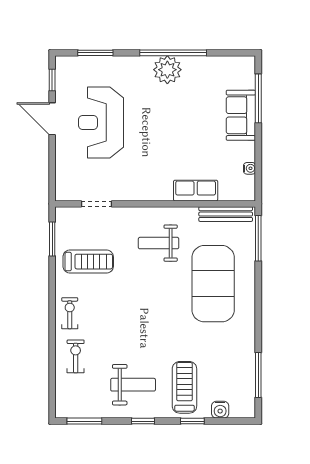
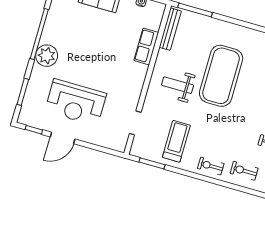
plant: (167, 70) -> (47, 56), moved
weight bench: (159, 243) -> (178, 85), turned 90
exercise mat: (213, 284) -> (221, 76), moved, turned 90

